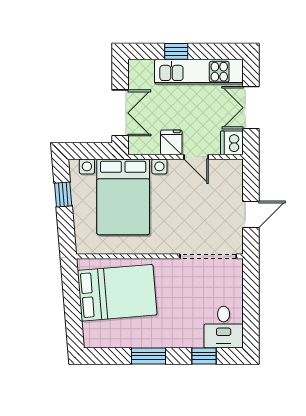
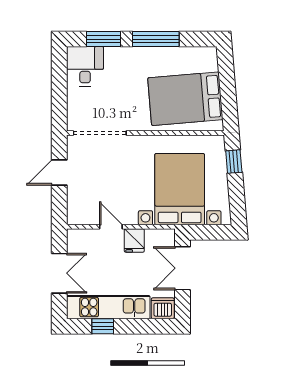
window: (176, 51) -> (103, 326), moved
dishwasher: (232, 143) -> (163, 308), moved, turned -90
window: (63, 195) -> (234, 162), moved
window: (149, 356) -> (156, 39), width x1.44
window: (204, 356) -> (103, 39), width x1.50

